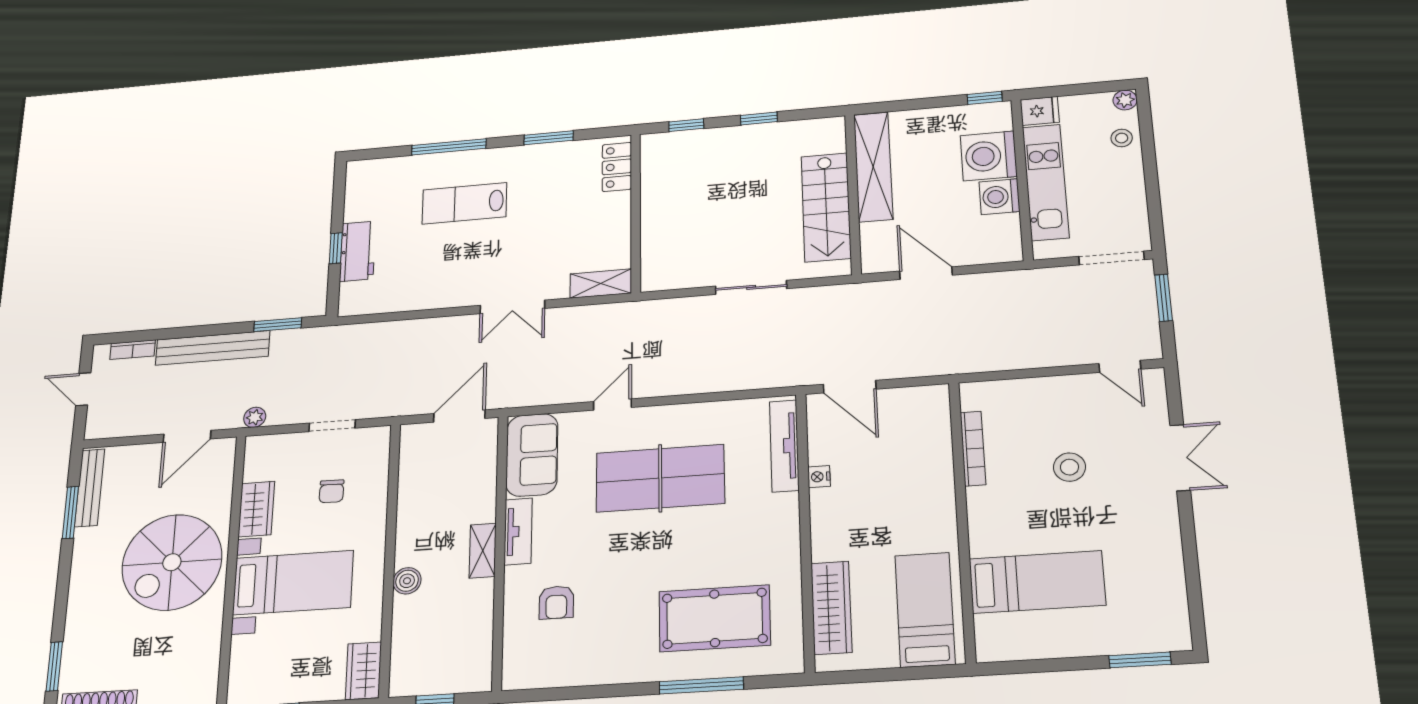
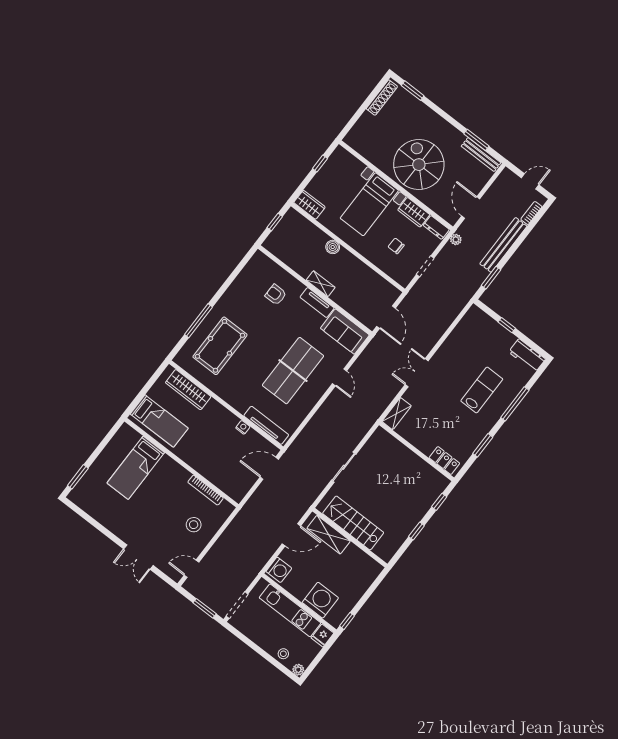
shelving: (873, 167) -> (329, 535), moved, width x0.68
washing machine: (999, 197) -> (279, 570), moved, turned 90
workbench: (358, 251) -> (527, 356), moved
dresser: (257, 459) -> (436, 227), added
stool: (1069, 467) -> (194, 525), moved

